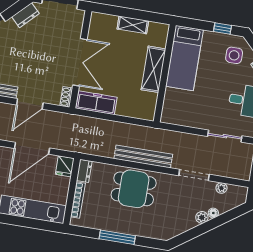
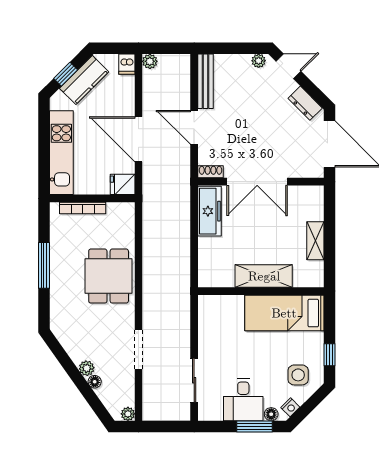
bench: (143, 157) -> (151, 281), removed
dresser: (84, 171) -> (121, 210), removed
plant: (221, 188) -> (128, 414), moved

